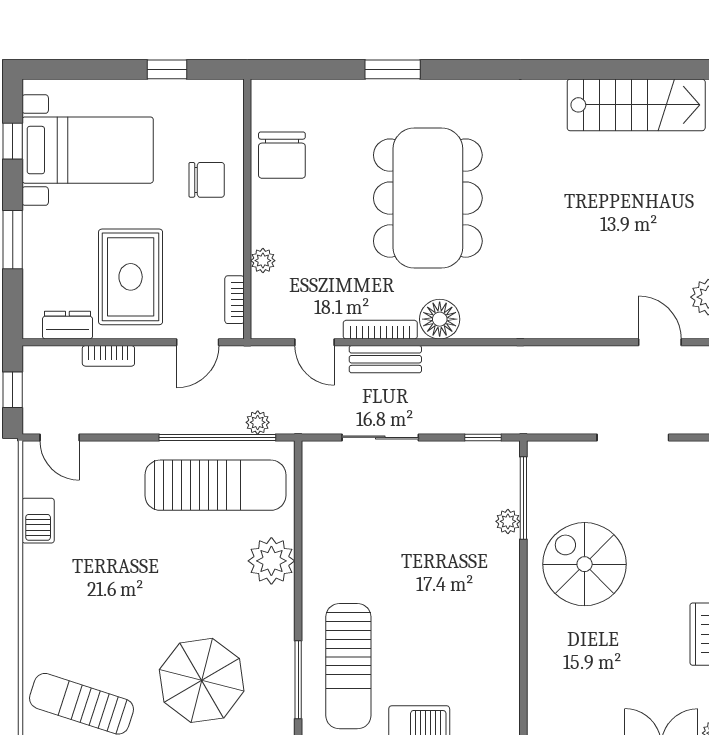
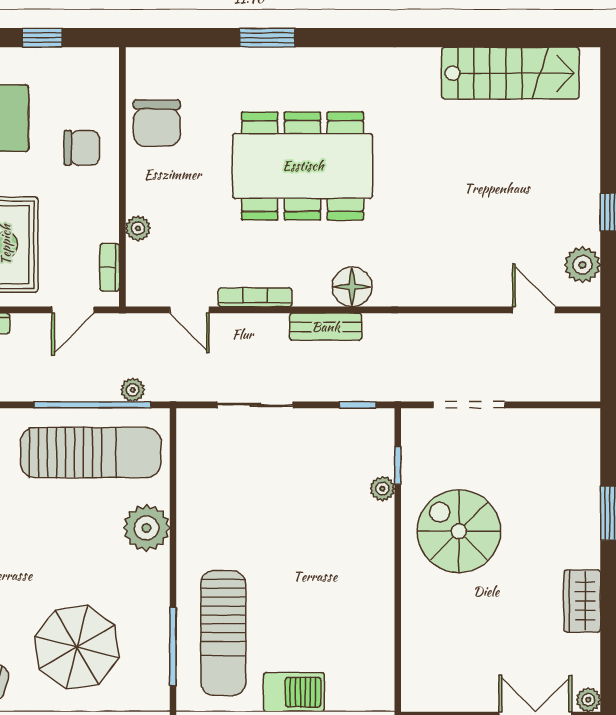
dining table: (428, 198) -> (303, 166), turned 90
floor lamp: (440, 319) -> (352, 287), moved
bench: (385, 359) -> (326, 327), moved
doorway: (633, 437) -> (469, 405), moved
window: (523, 498) -> (398, 465), width x0.46

